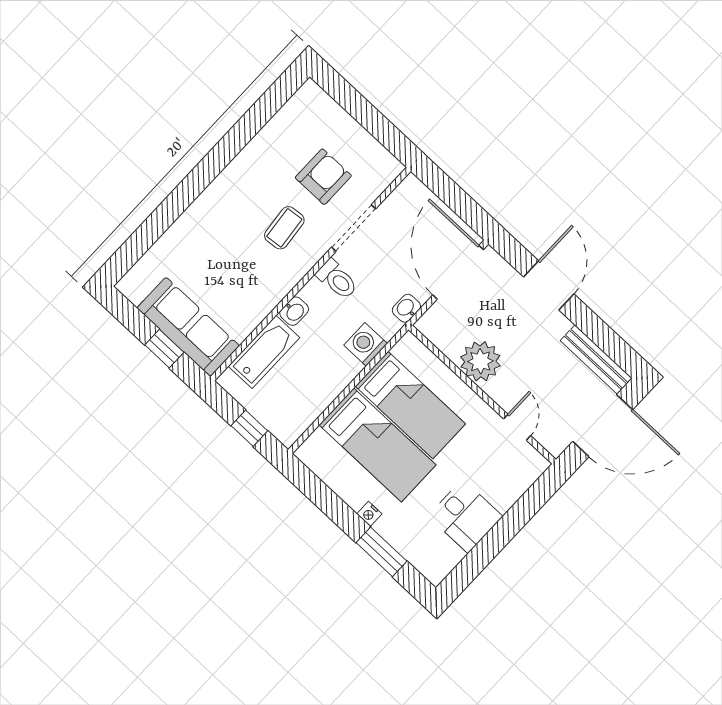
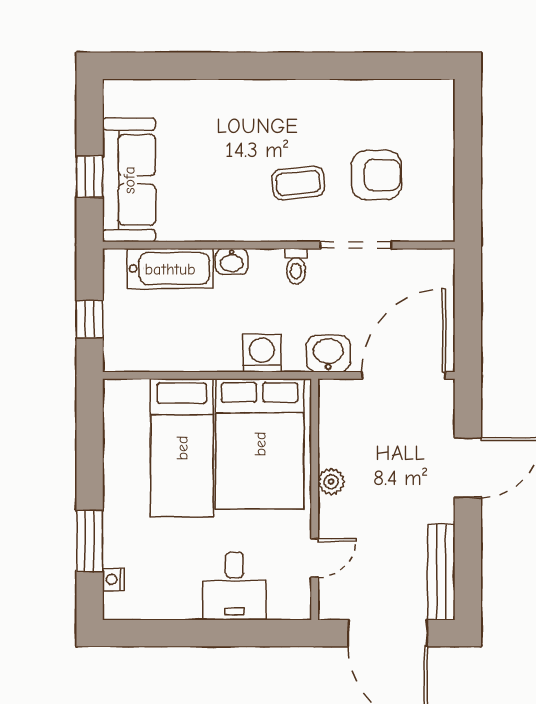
toilet: (337, 279) -> (296, 266), width x0.73, depth x0.72
washbasin: (406, 308) -> (328, 354), width x1.38, depth x1.45
plant: (480, 361) -> (331, 482), width x0.53, depth x0.53
bed: (410, 405) -> (260, 444), width x1.50
nightstand: (369, 514) -> (113, 580), moved
desk: (465, 516) -> (234, 586), moved

